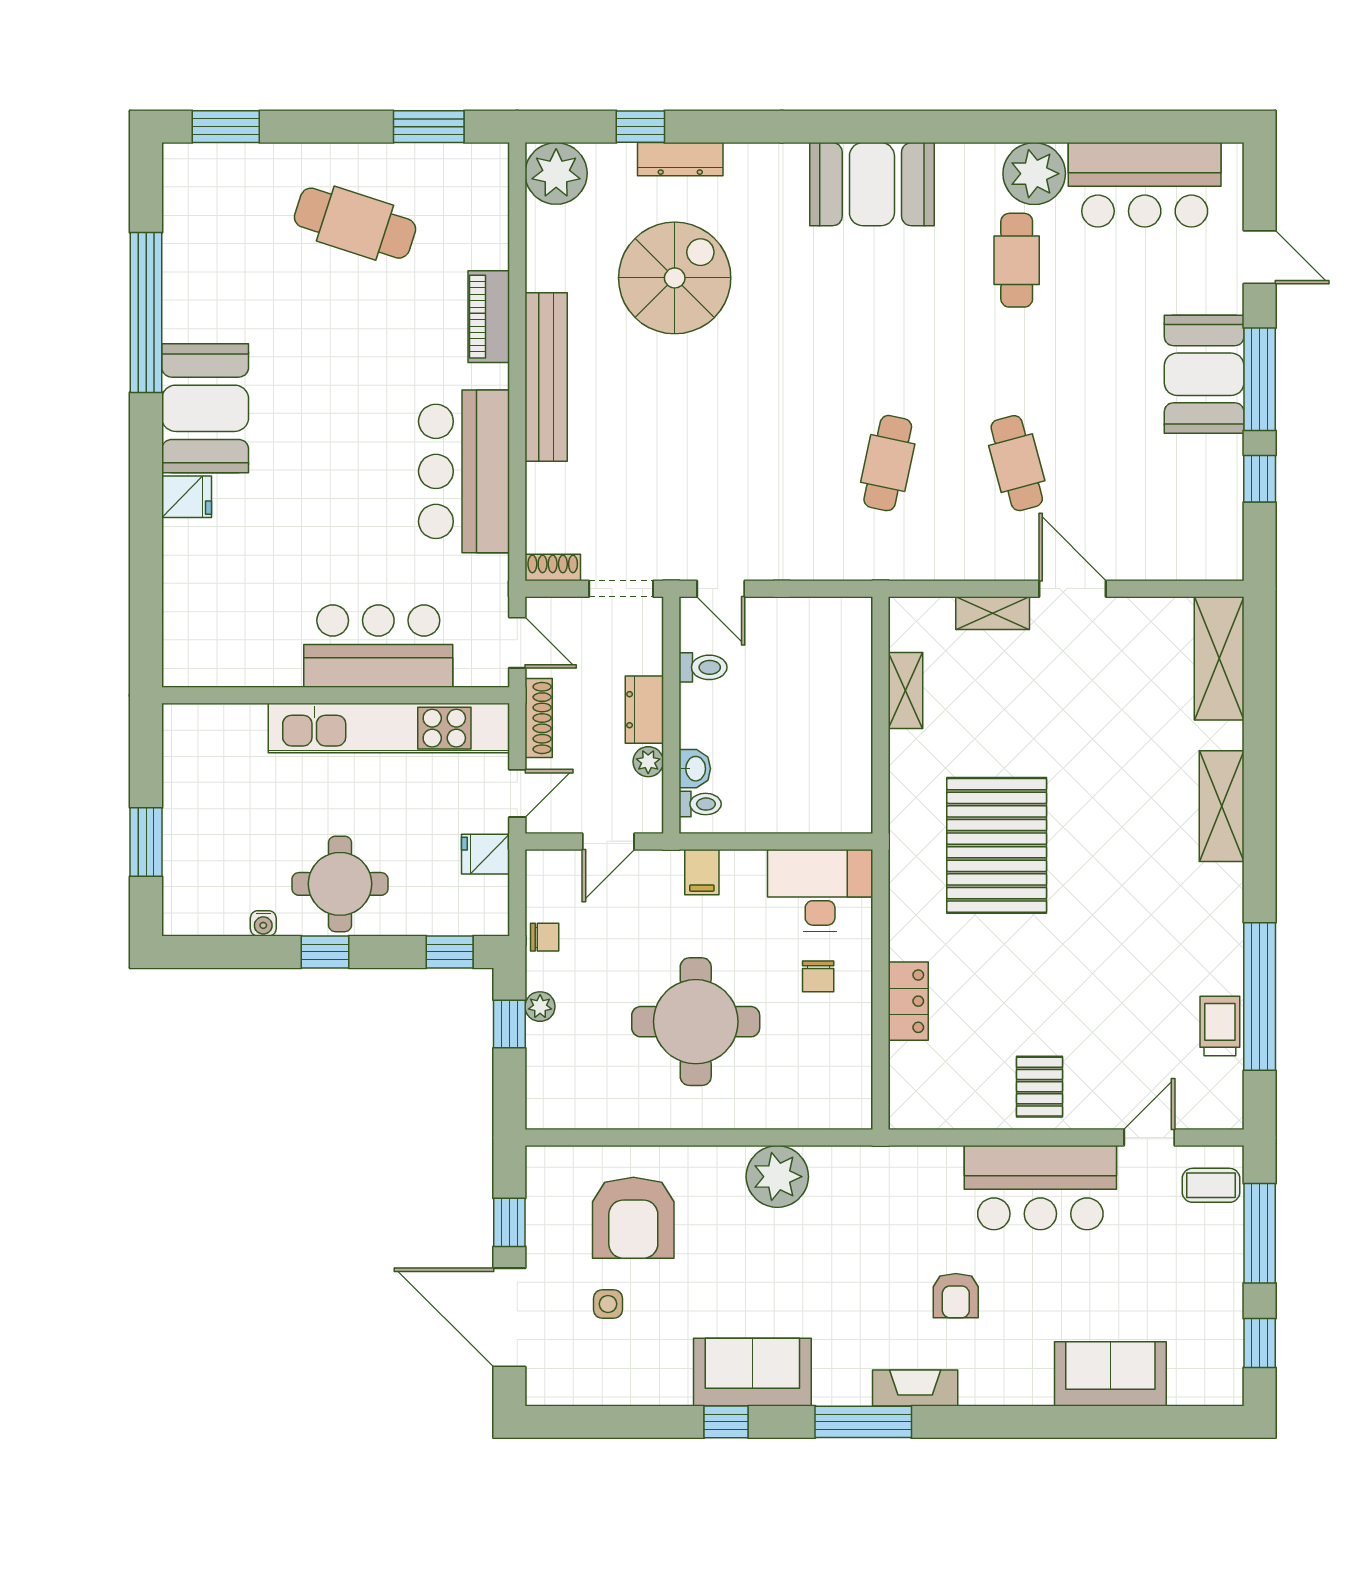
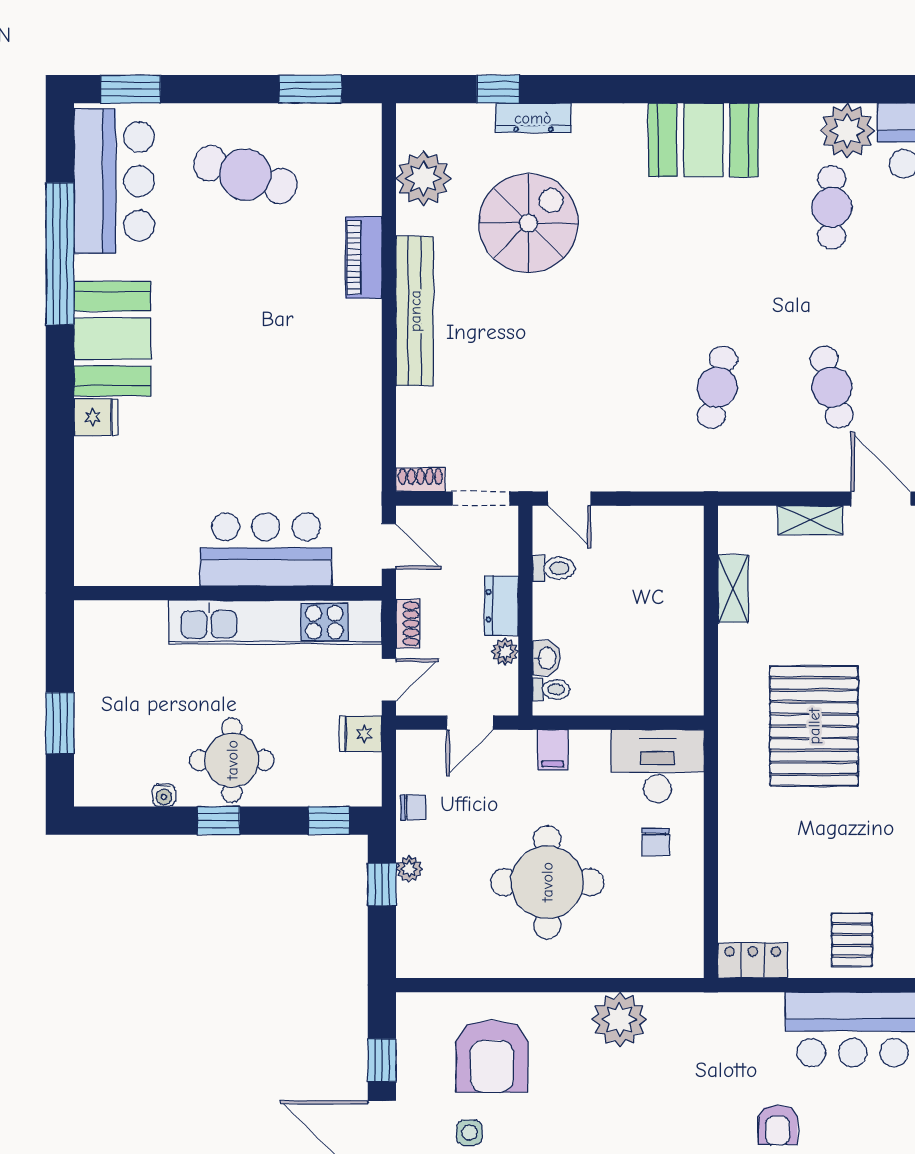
plant: (556, 173) -> (423, 178), moved
bar counter: (464, 471) -> (114, 181), moved, turned 180
shoe rack: (539, 718) -> (408, 624), width x0.70
locker: (908, 1001) -> (753, 960), moved, turned -90

